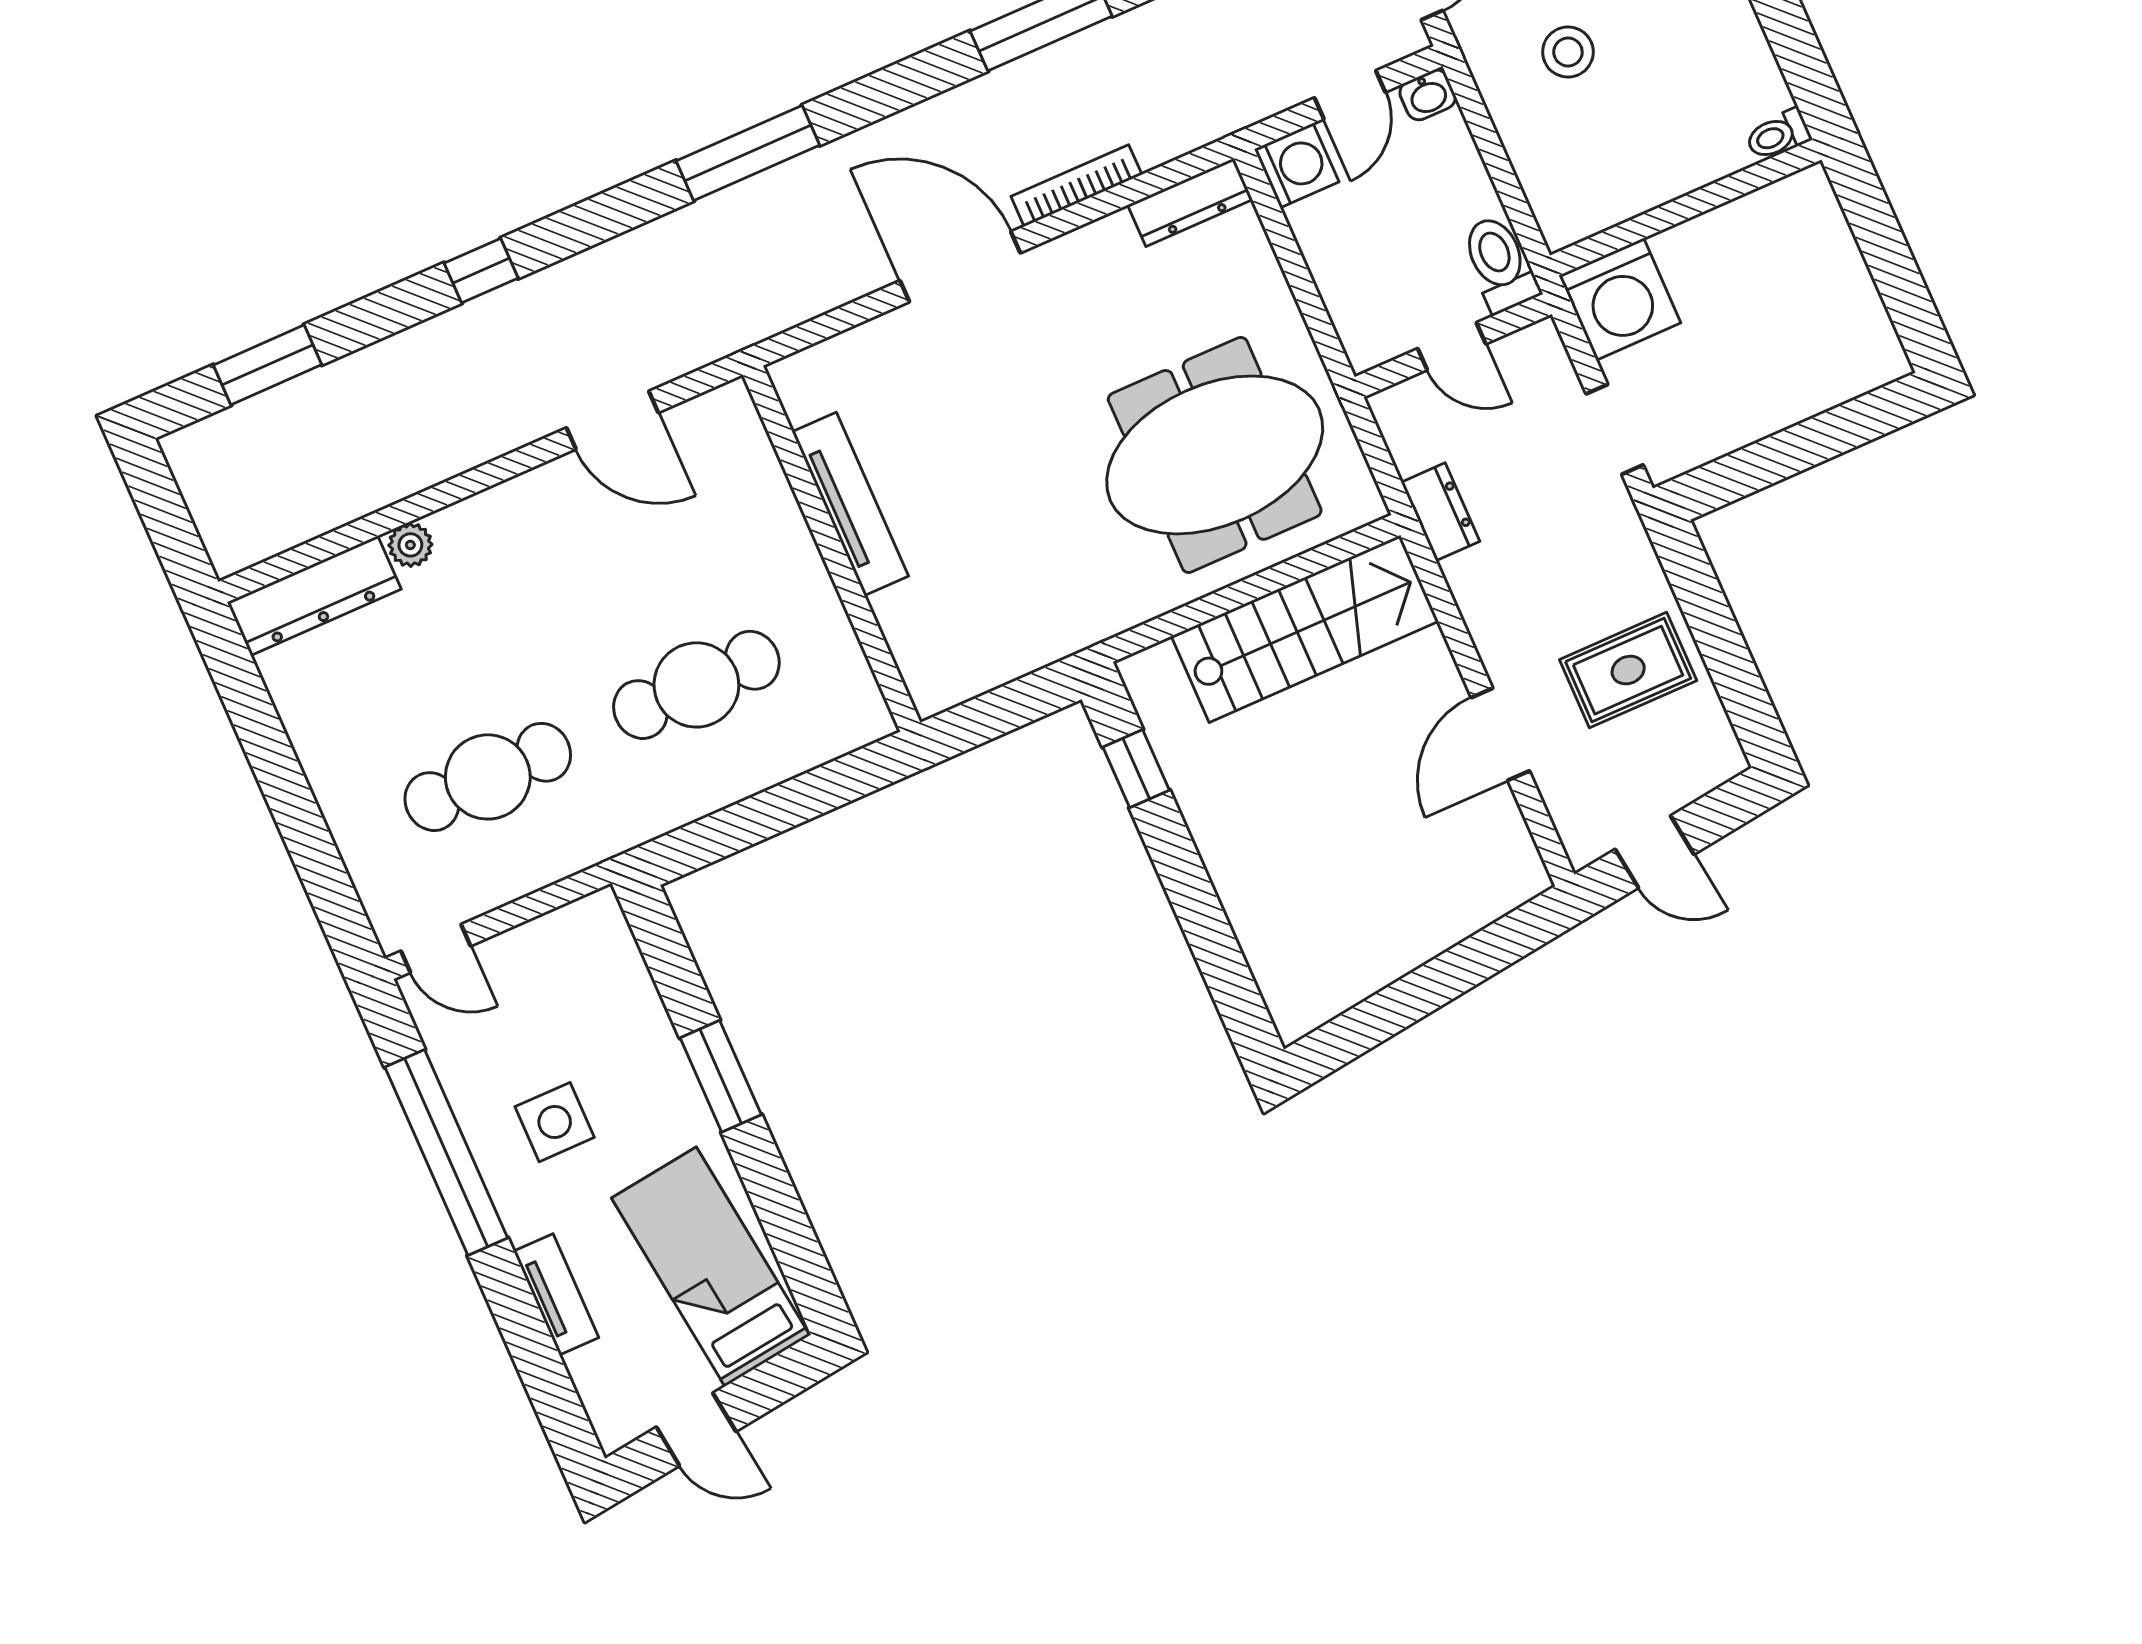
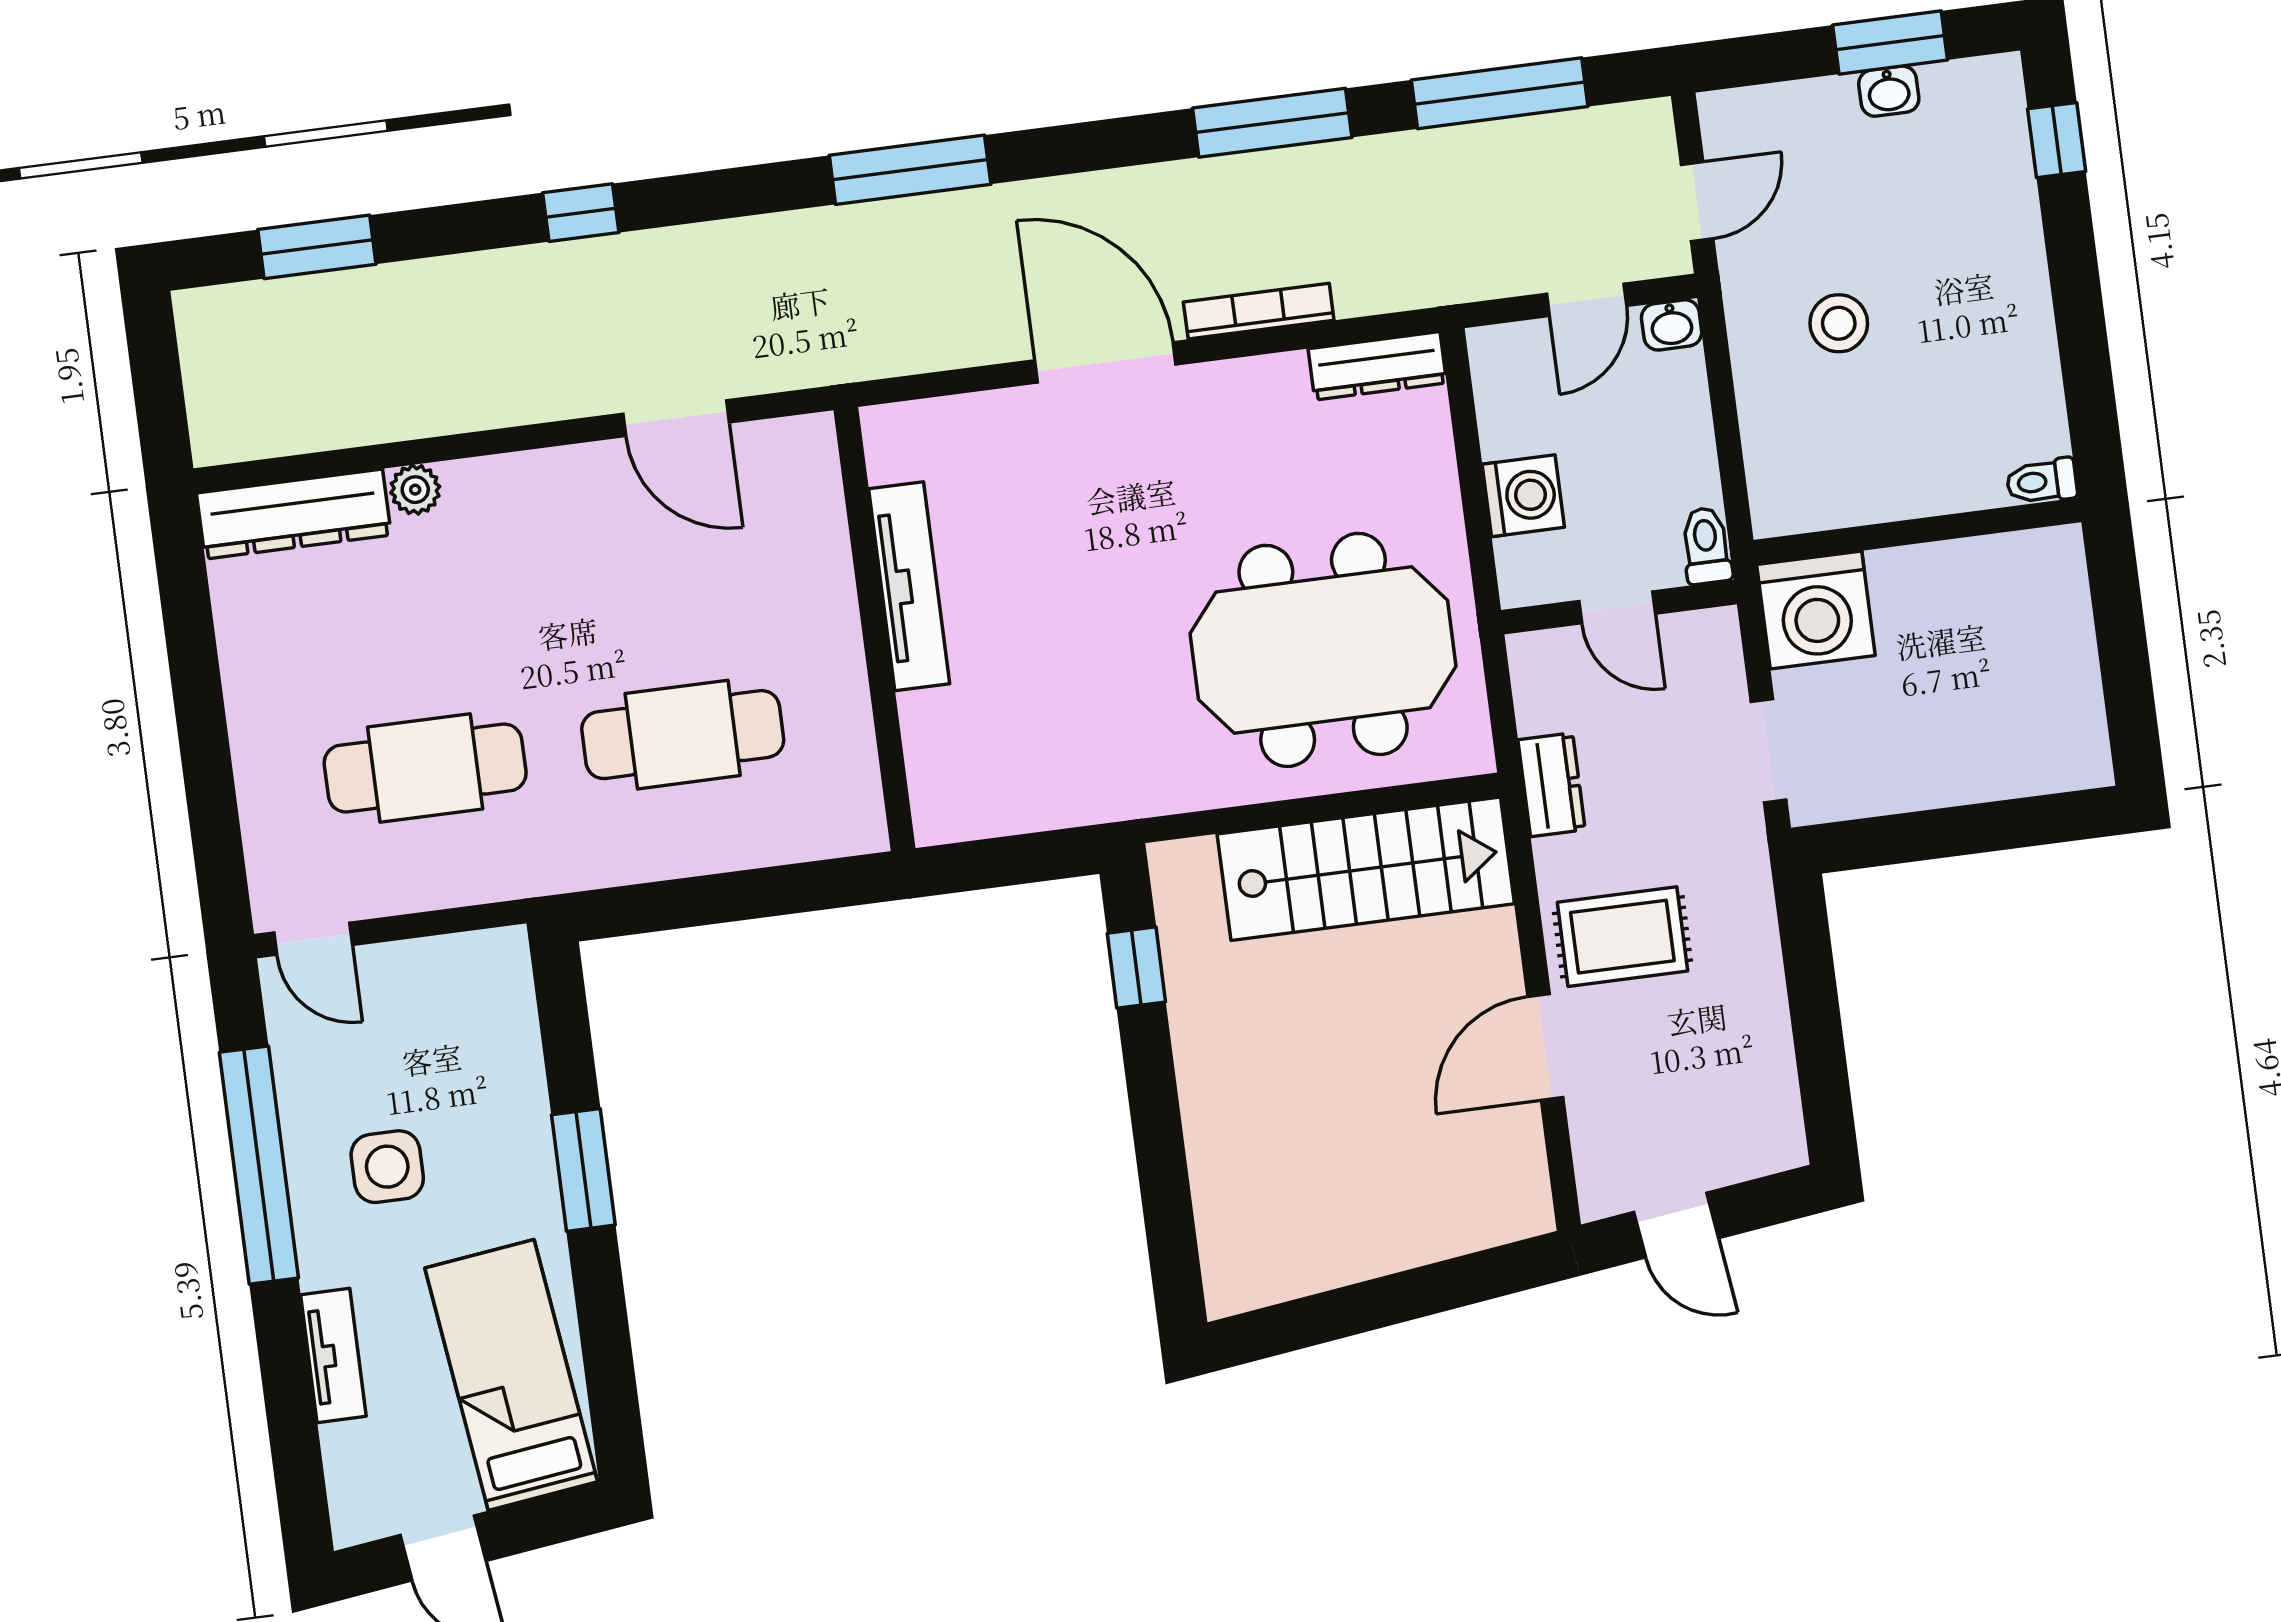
washing machine: (1297, 165) -> (1523, 496), moved
toilet: (1500, 264) -> (1706, 546), width x0.73, depth x0.72
rug: (1628, 670) -> (1622, 937), moved

